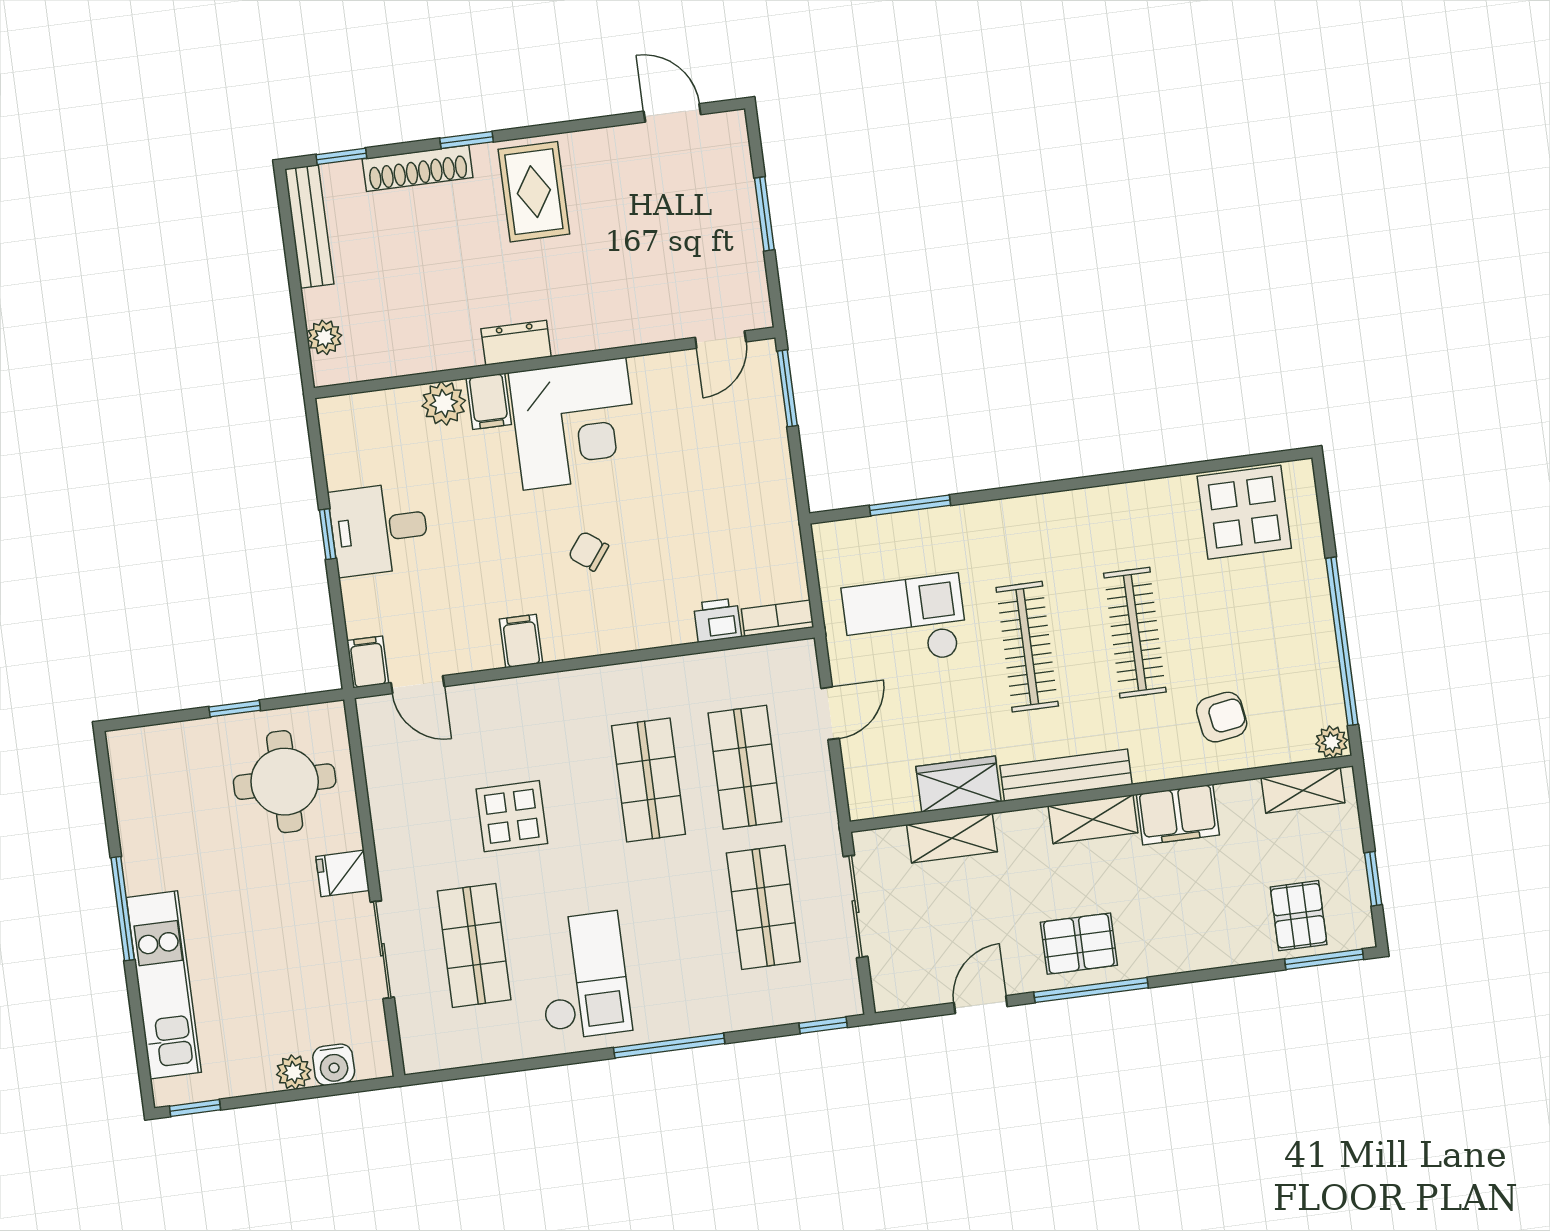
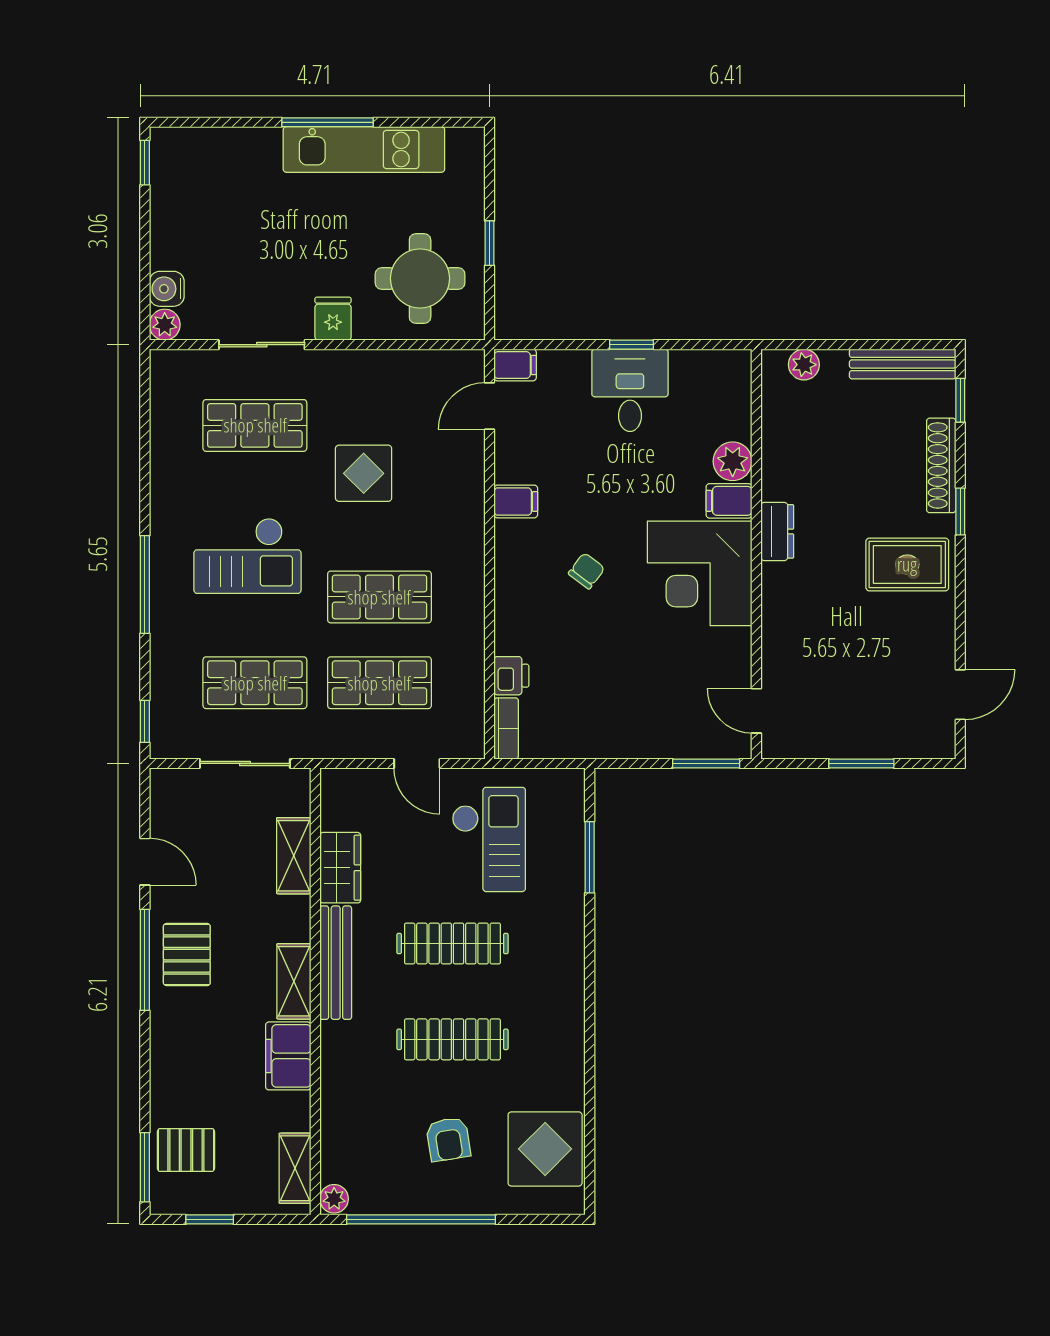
armchair: (1222, 717) -> (448, 1139), moved
checkout: (583, 976) -> (247, 556), moved
kitchen unit: (164, 985) -> (364, 149), moved
plant: (294, 1072) -> (165, 325), moved

